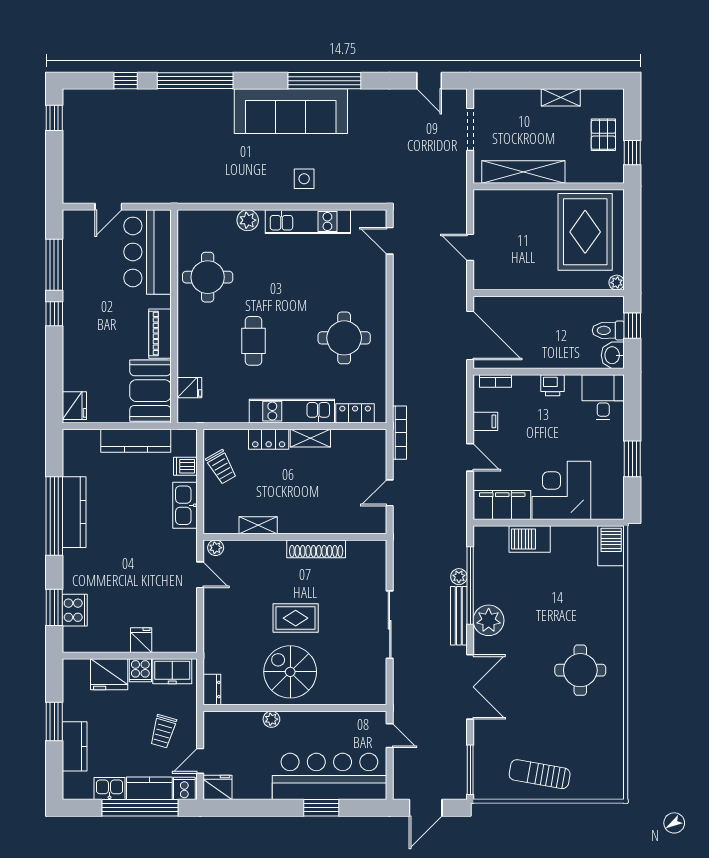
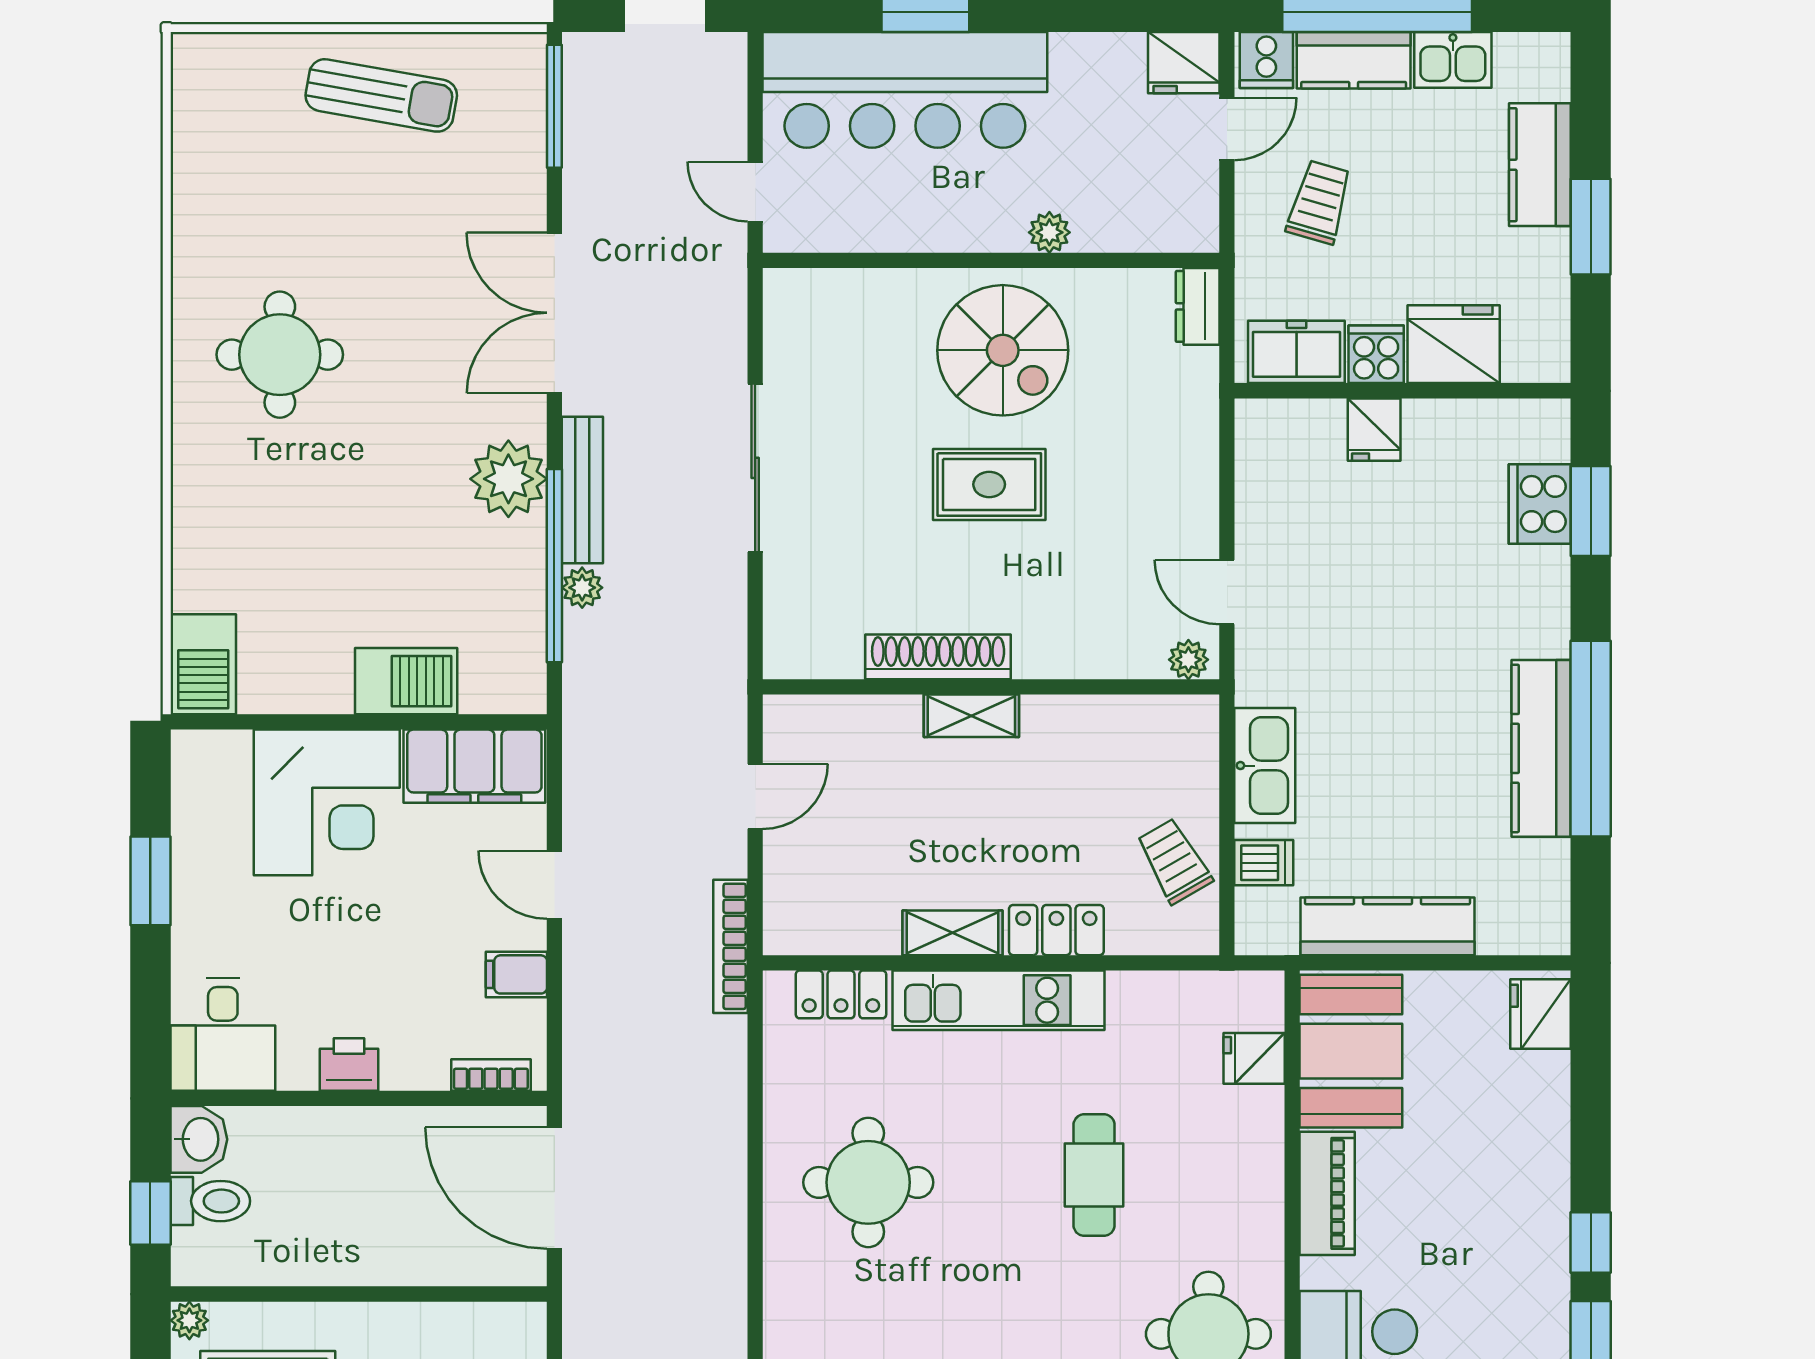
shelving: (258, 525) -> (971, 716), moved

